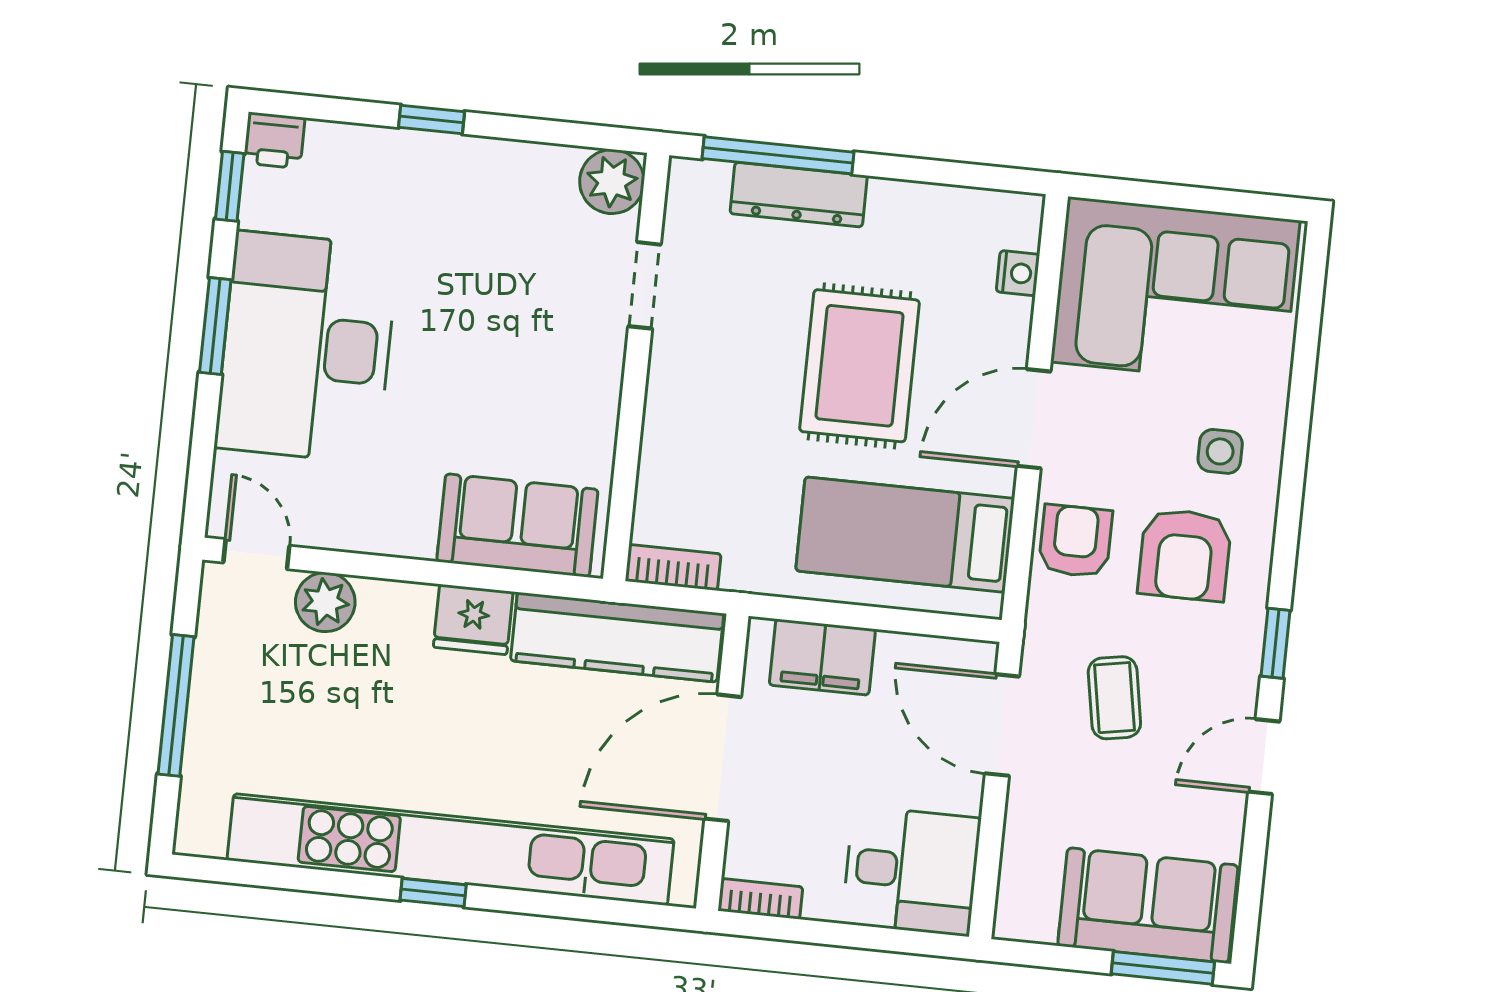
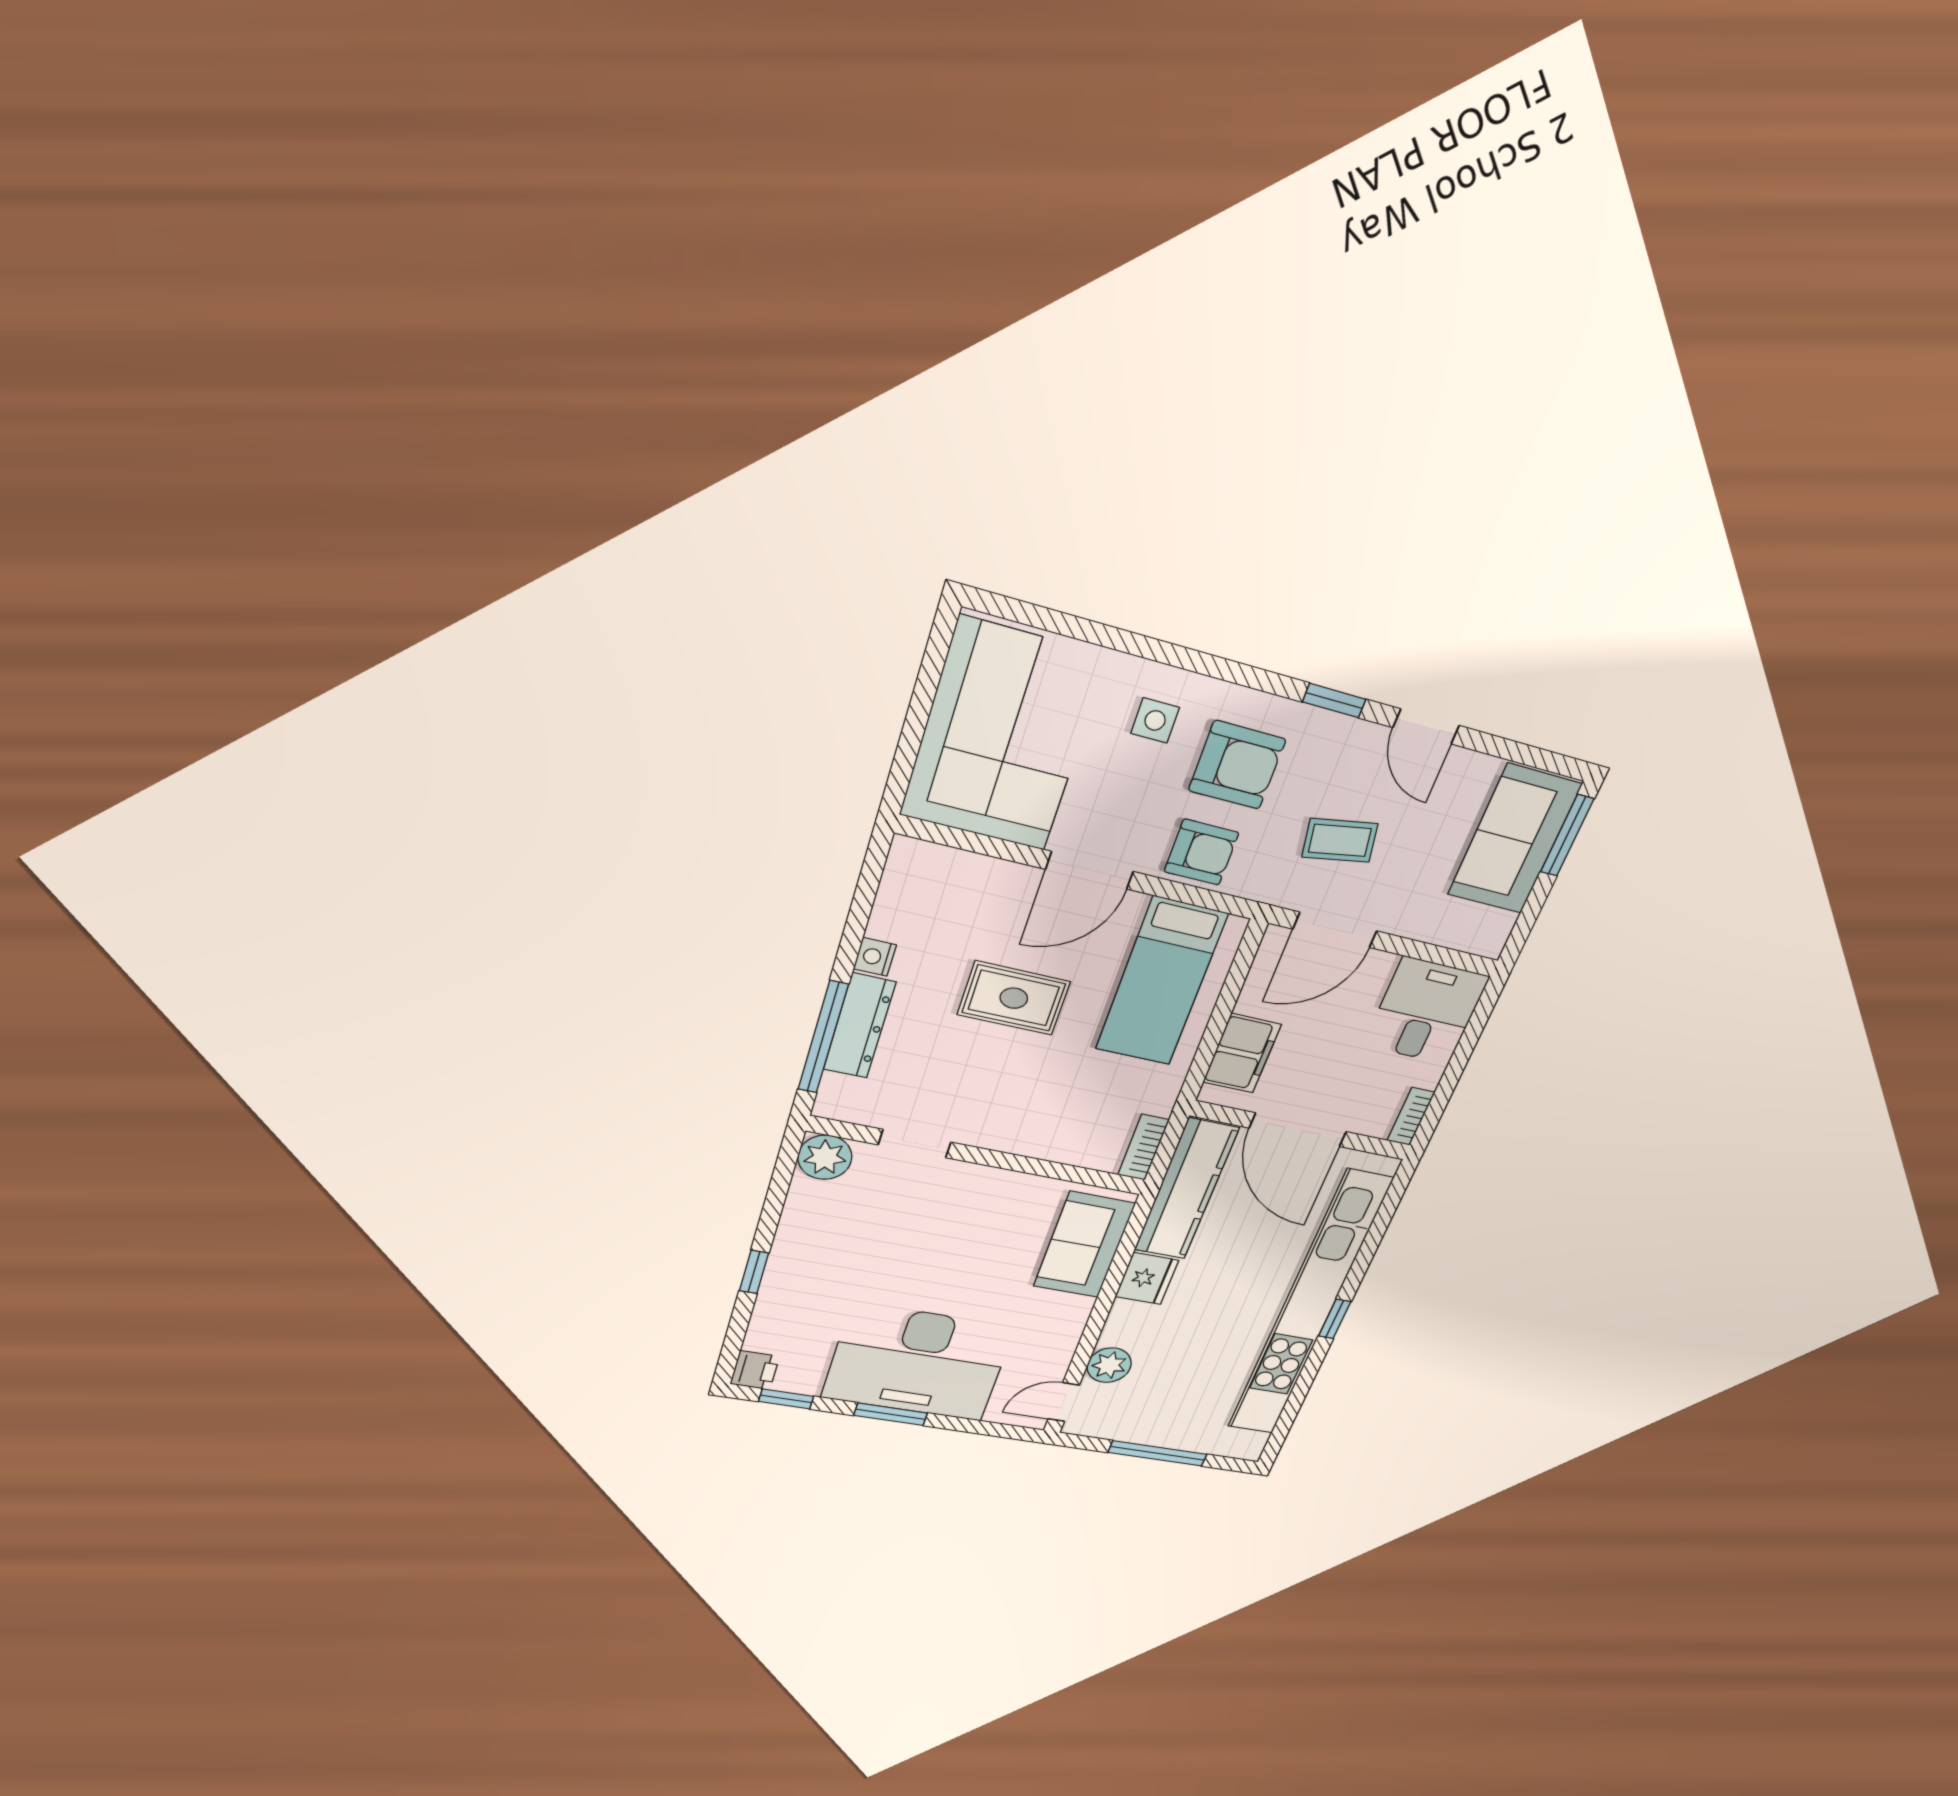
nightstand: (1018, 273) -> (875, 957), moved, turned -90
rug: (860, 366) -> (1014, 998), width x0.73, depth x0.70
door: (1034, 419) -> (1089, 870), hinge flipped
armchair: (1075, 541) -> (1201, 852), turned 180

